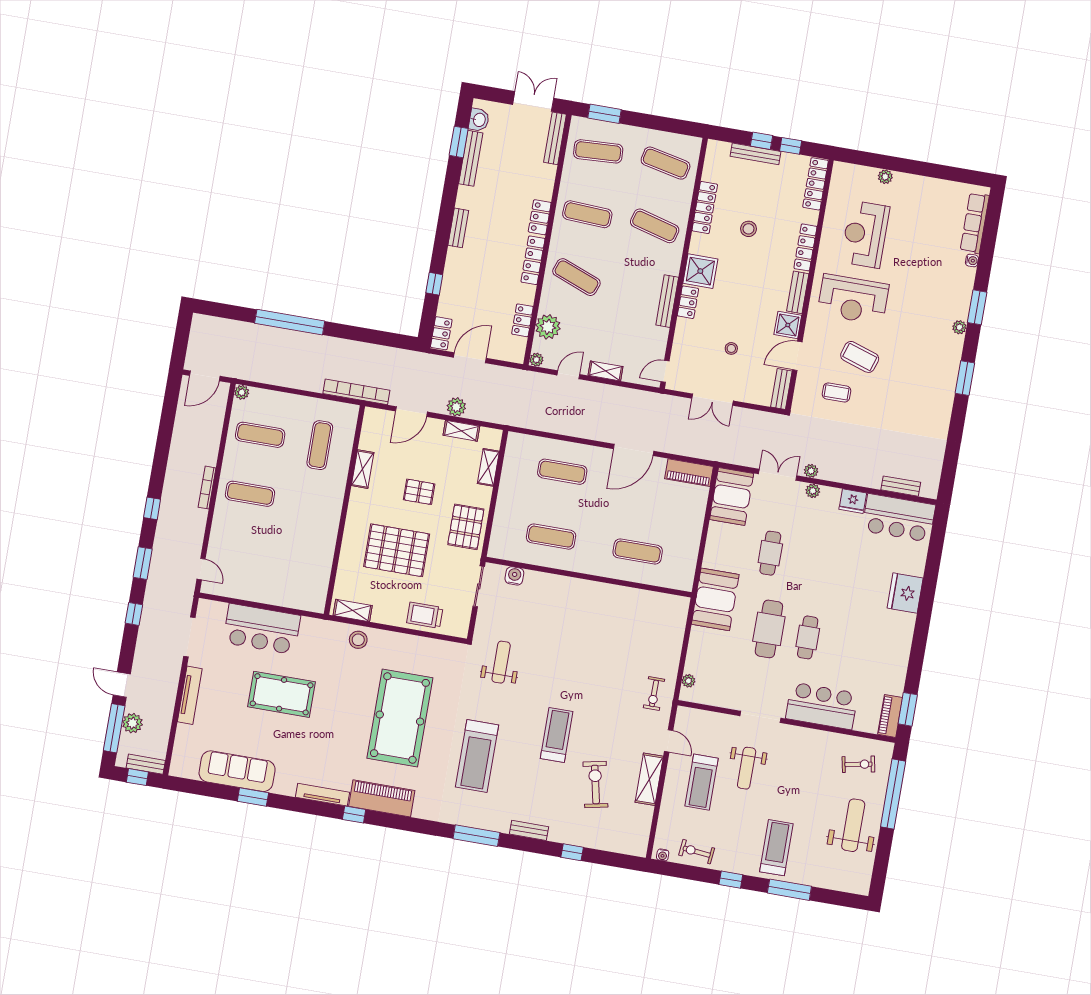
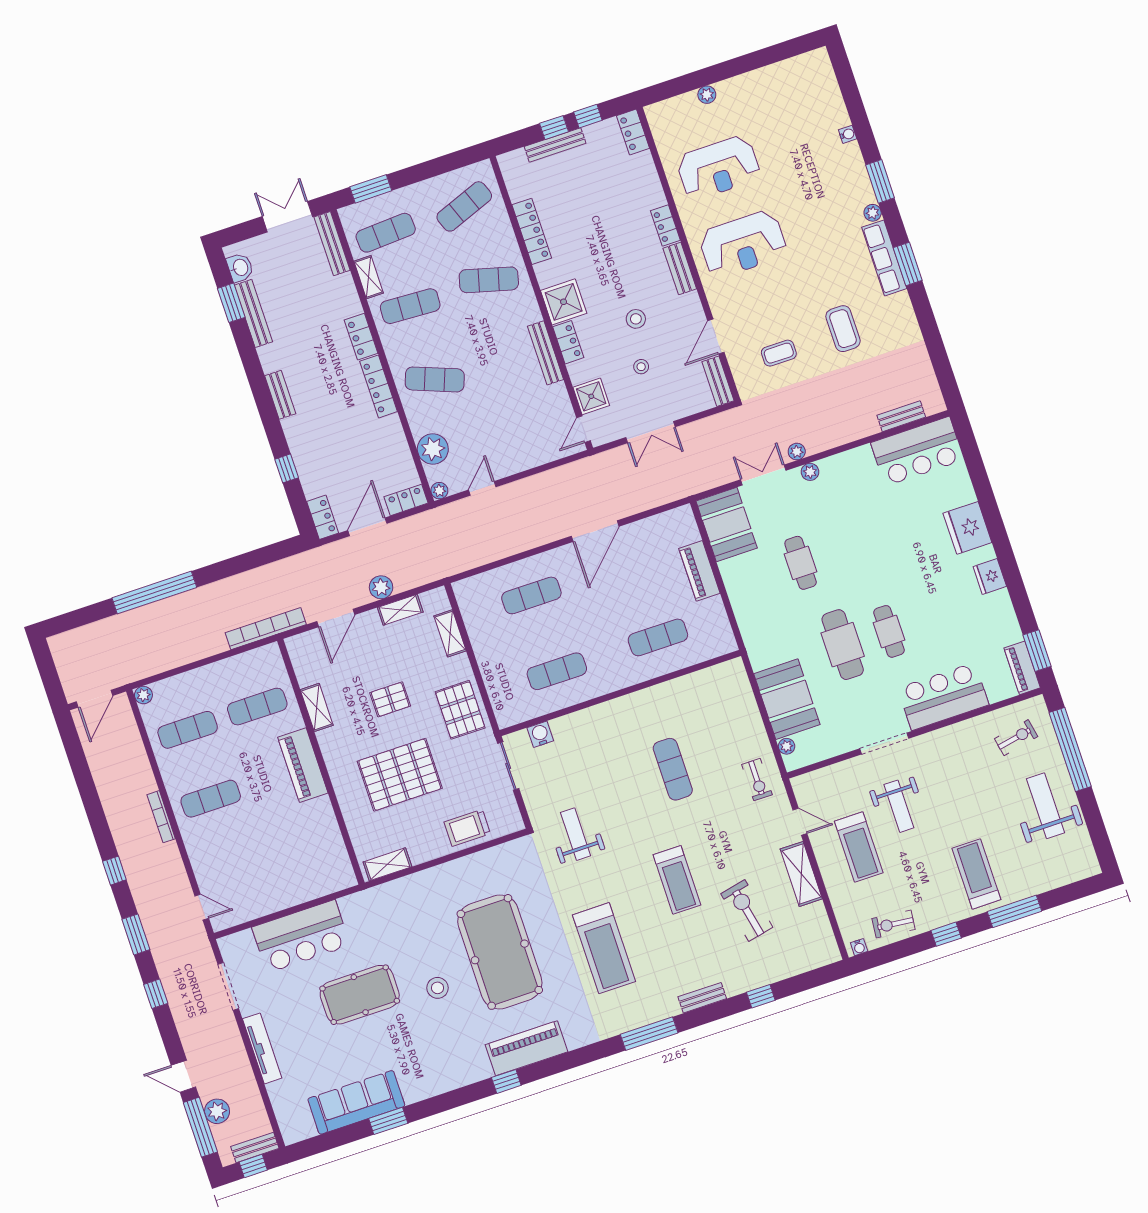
exercise mat: (666, 163) -> (464, 206), turned -33
locker: (816, 184) -> (633, 132), width x0.66
row of seats: (975, 223) -> (884, 258), moved
stool: (749, 229) -> (636, 319), moved
reception desk: (865, 234) -> (718, 168), turned -90
locker: (805, 247) -> (665, 226), width x0.66
locker: (522, 320) -> (406, 500), moved, turned 90
shower: (788, 325) -> (591, 396), moved
coffee table: (860, 357) -> (843, 329), moved, turned 72
shelving: (605, 371) -> (369, 277), moved, turned 90
exercise mat: (320, 445) -> (257, 707), turned 90
piano: (689, 473) -> (699, 571), moved, turned 90
fridge: (853, 501) -> (990, 577), moved, turned 90
piano: (330, 505) -> (303, 765), added
booth: (715, 599) -> (787, 699), moved
stool: (358, 640) -> (438, 988), moved
exercise mat: (597, 653) -> (673, 769), added
treadmill: (557, 735) -> (677, 880), turned 180
tv unit: (322, 795) -> (461, 1078), removed

